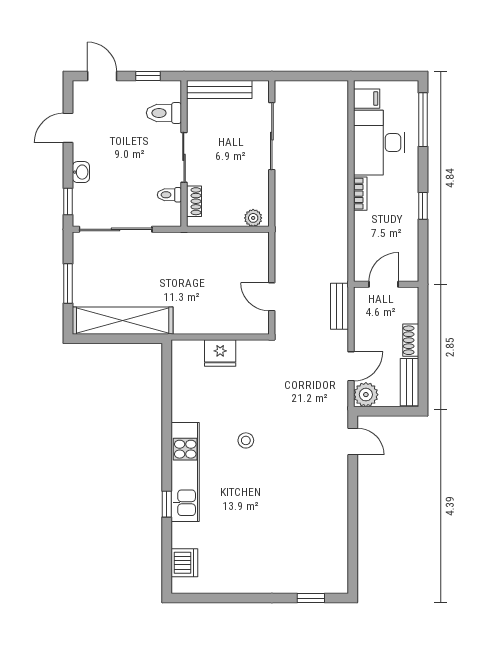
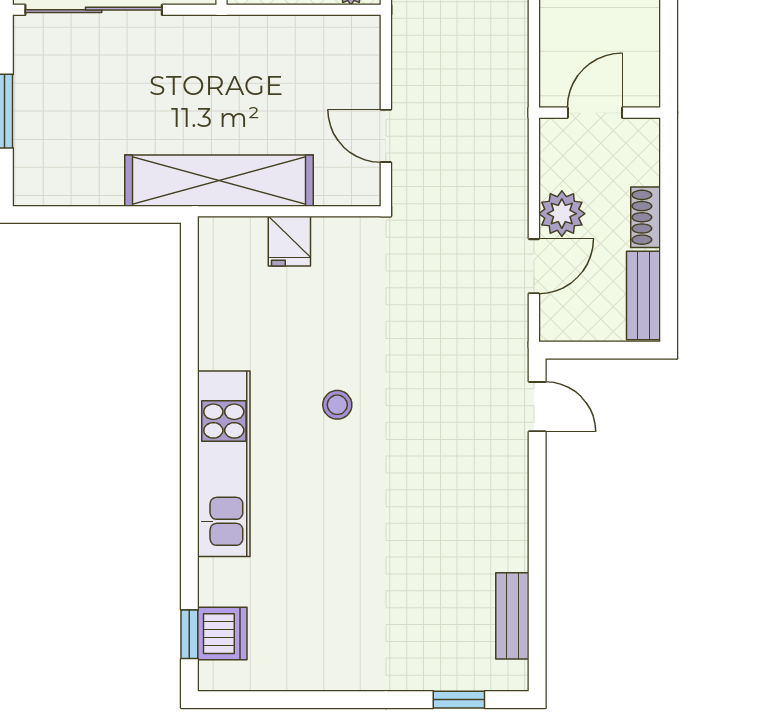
bench: (339, 306) -> (512, 616), moved
shelving: (123, 321) -> (219, 181), moved
fridge: (220, 353) -> (289, 241), width x0.72
plant: (366, 395) -> (562, 214), moved
window: (167, 504) -> (189, 634), moved

